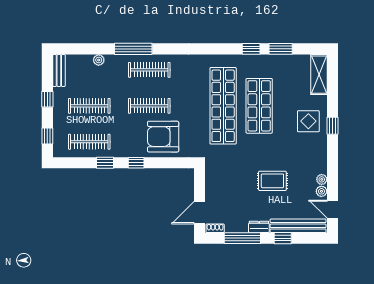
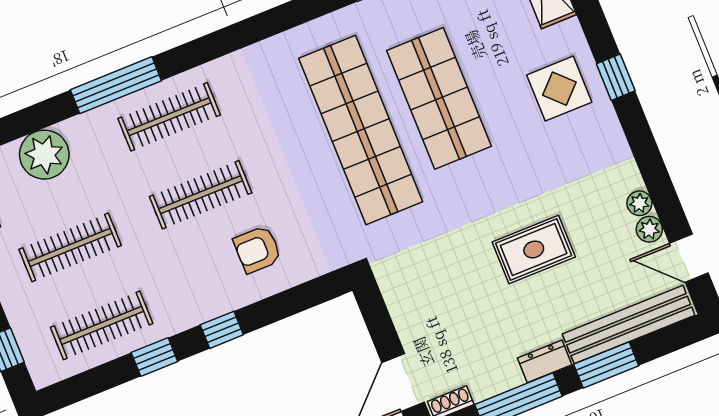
plant: (99, 60) -> (44, 155), width x1.87, depth x1.87
armchair: (163, 137) -> (257, 249), width x0.53, depth x0.53
window: (283, 238) -> (606, 365), width x1.50

